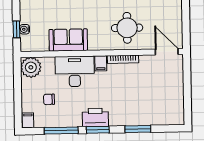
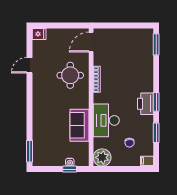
filing cabinet: (101, 63) -> (100, 98), removed
window: (138, 129) -> (156, 44), moved
window: (61, 131) -> (156, 133), width x0.69

